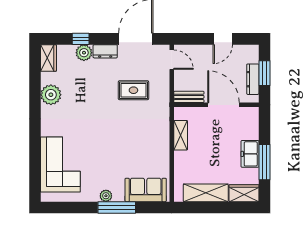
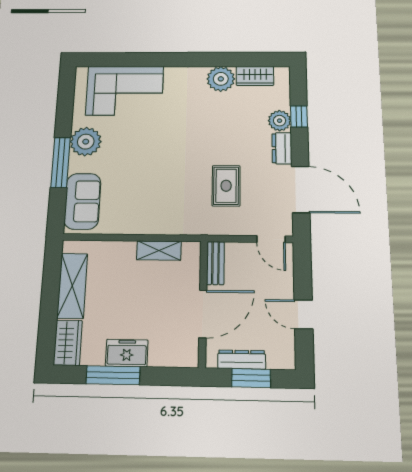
wardrobe: (48, 58) -> (255, 76), moved
door: (172, 60) -> (271, 239), hinge flipped
plant: (106, 196) -> (86, 142), width x1.88, depth x1.88

